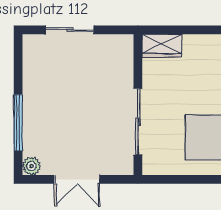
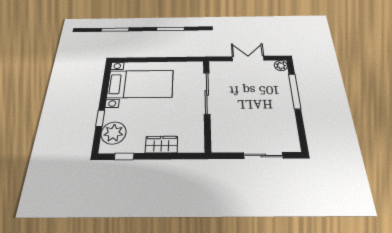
wardrobe: (162, 46) -> (161, 144), moved

